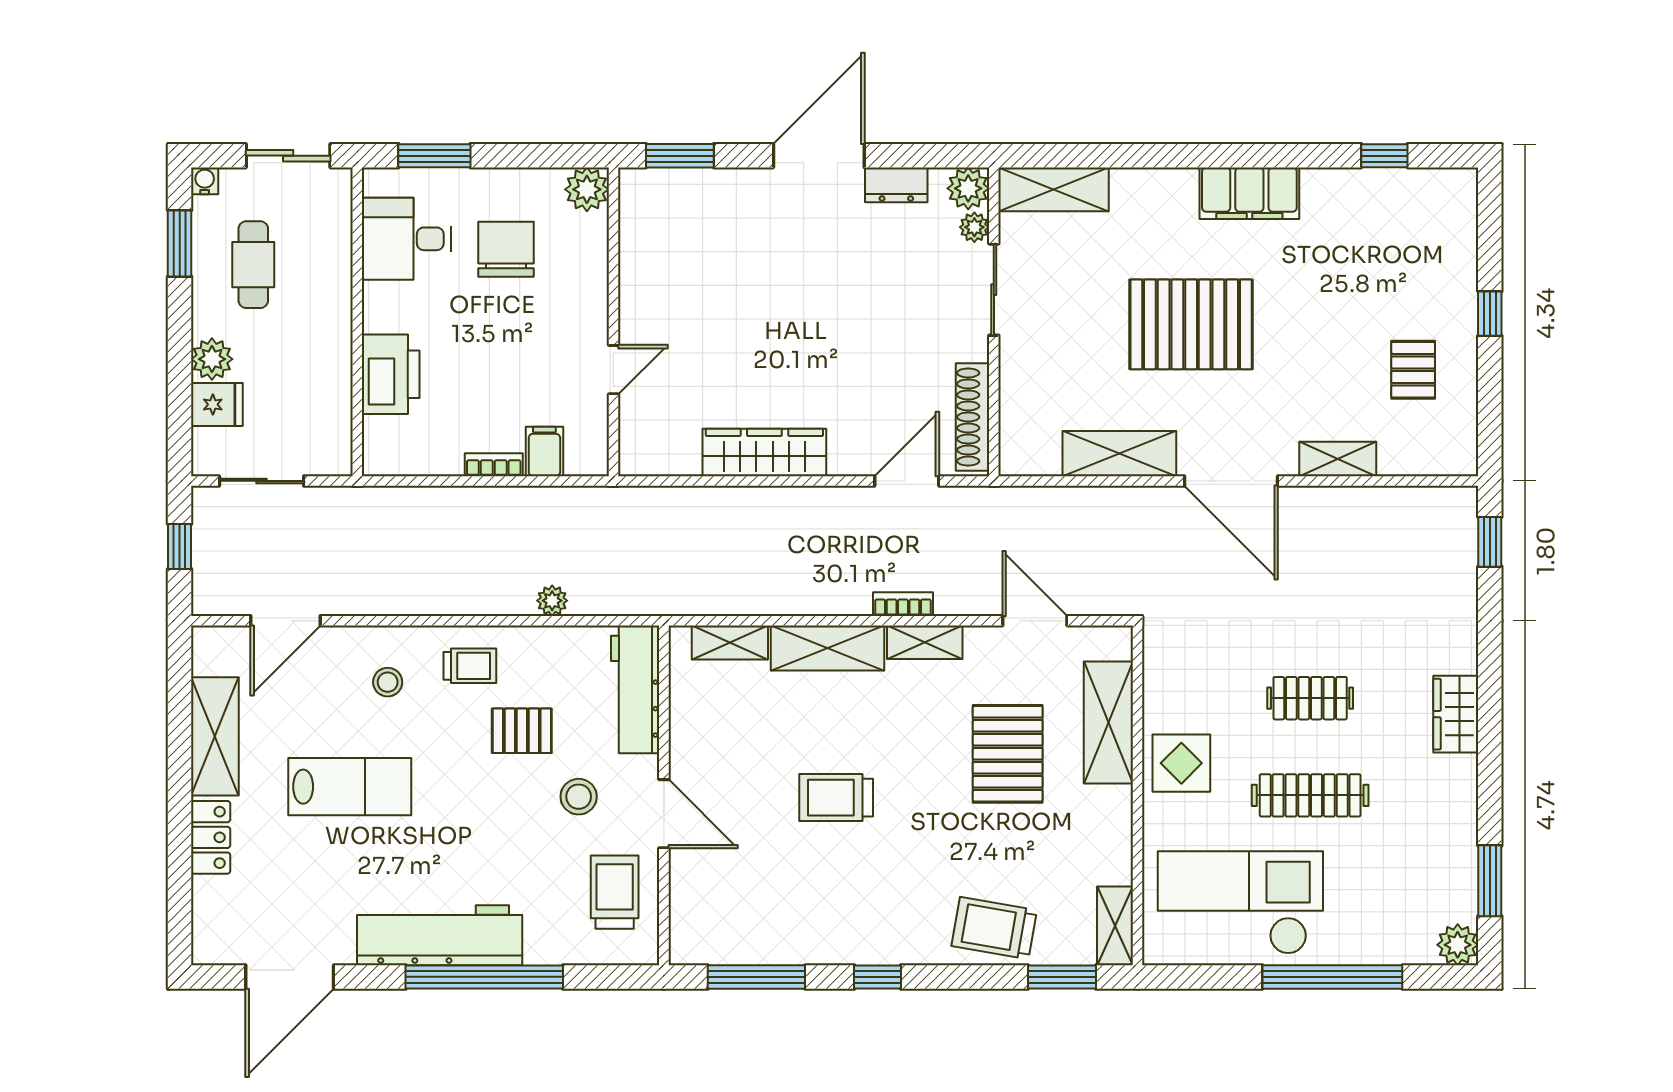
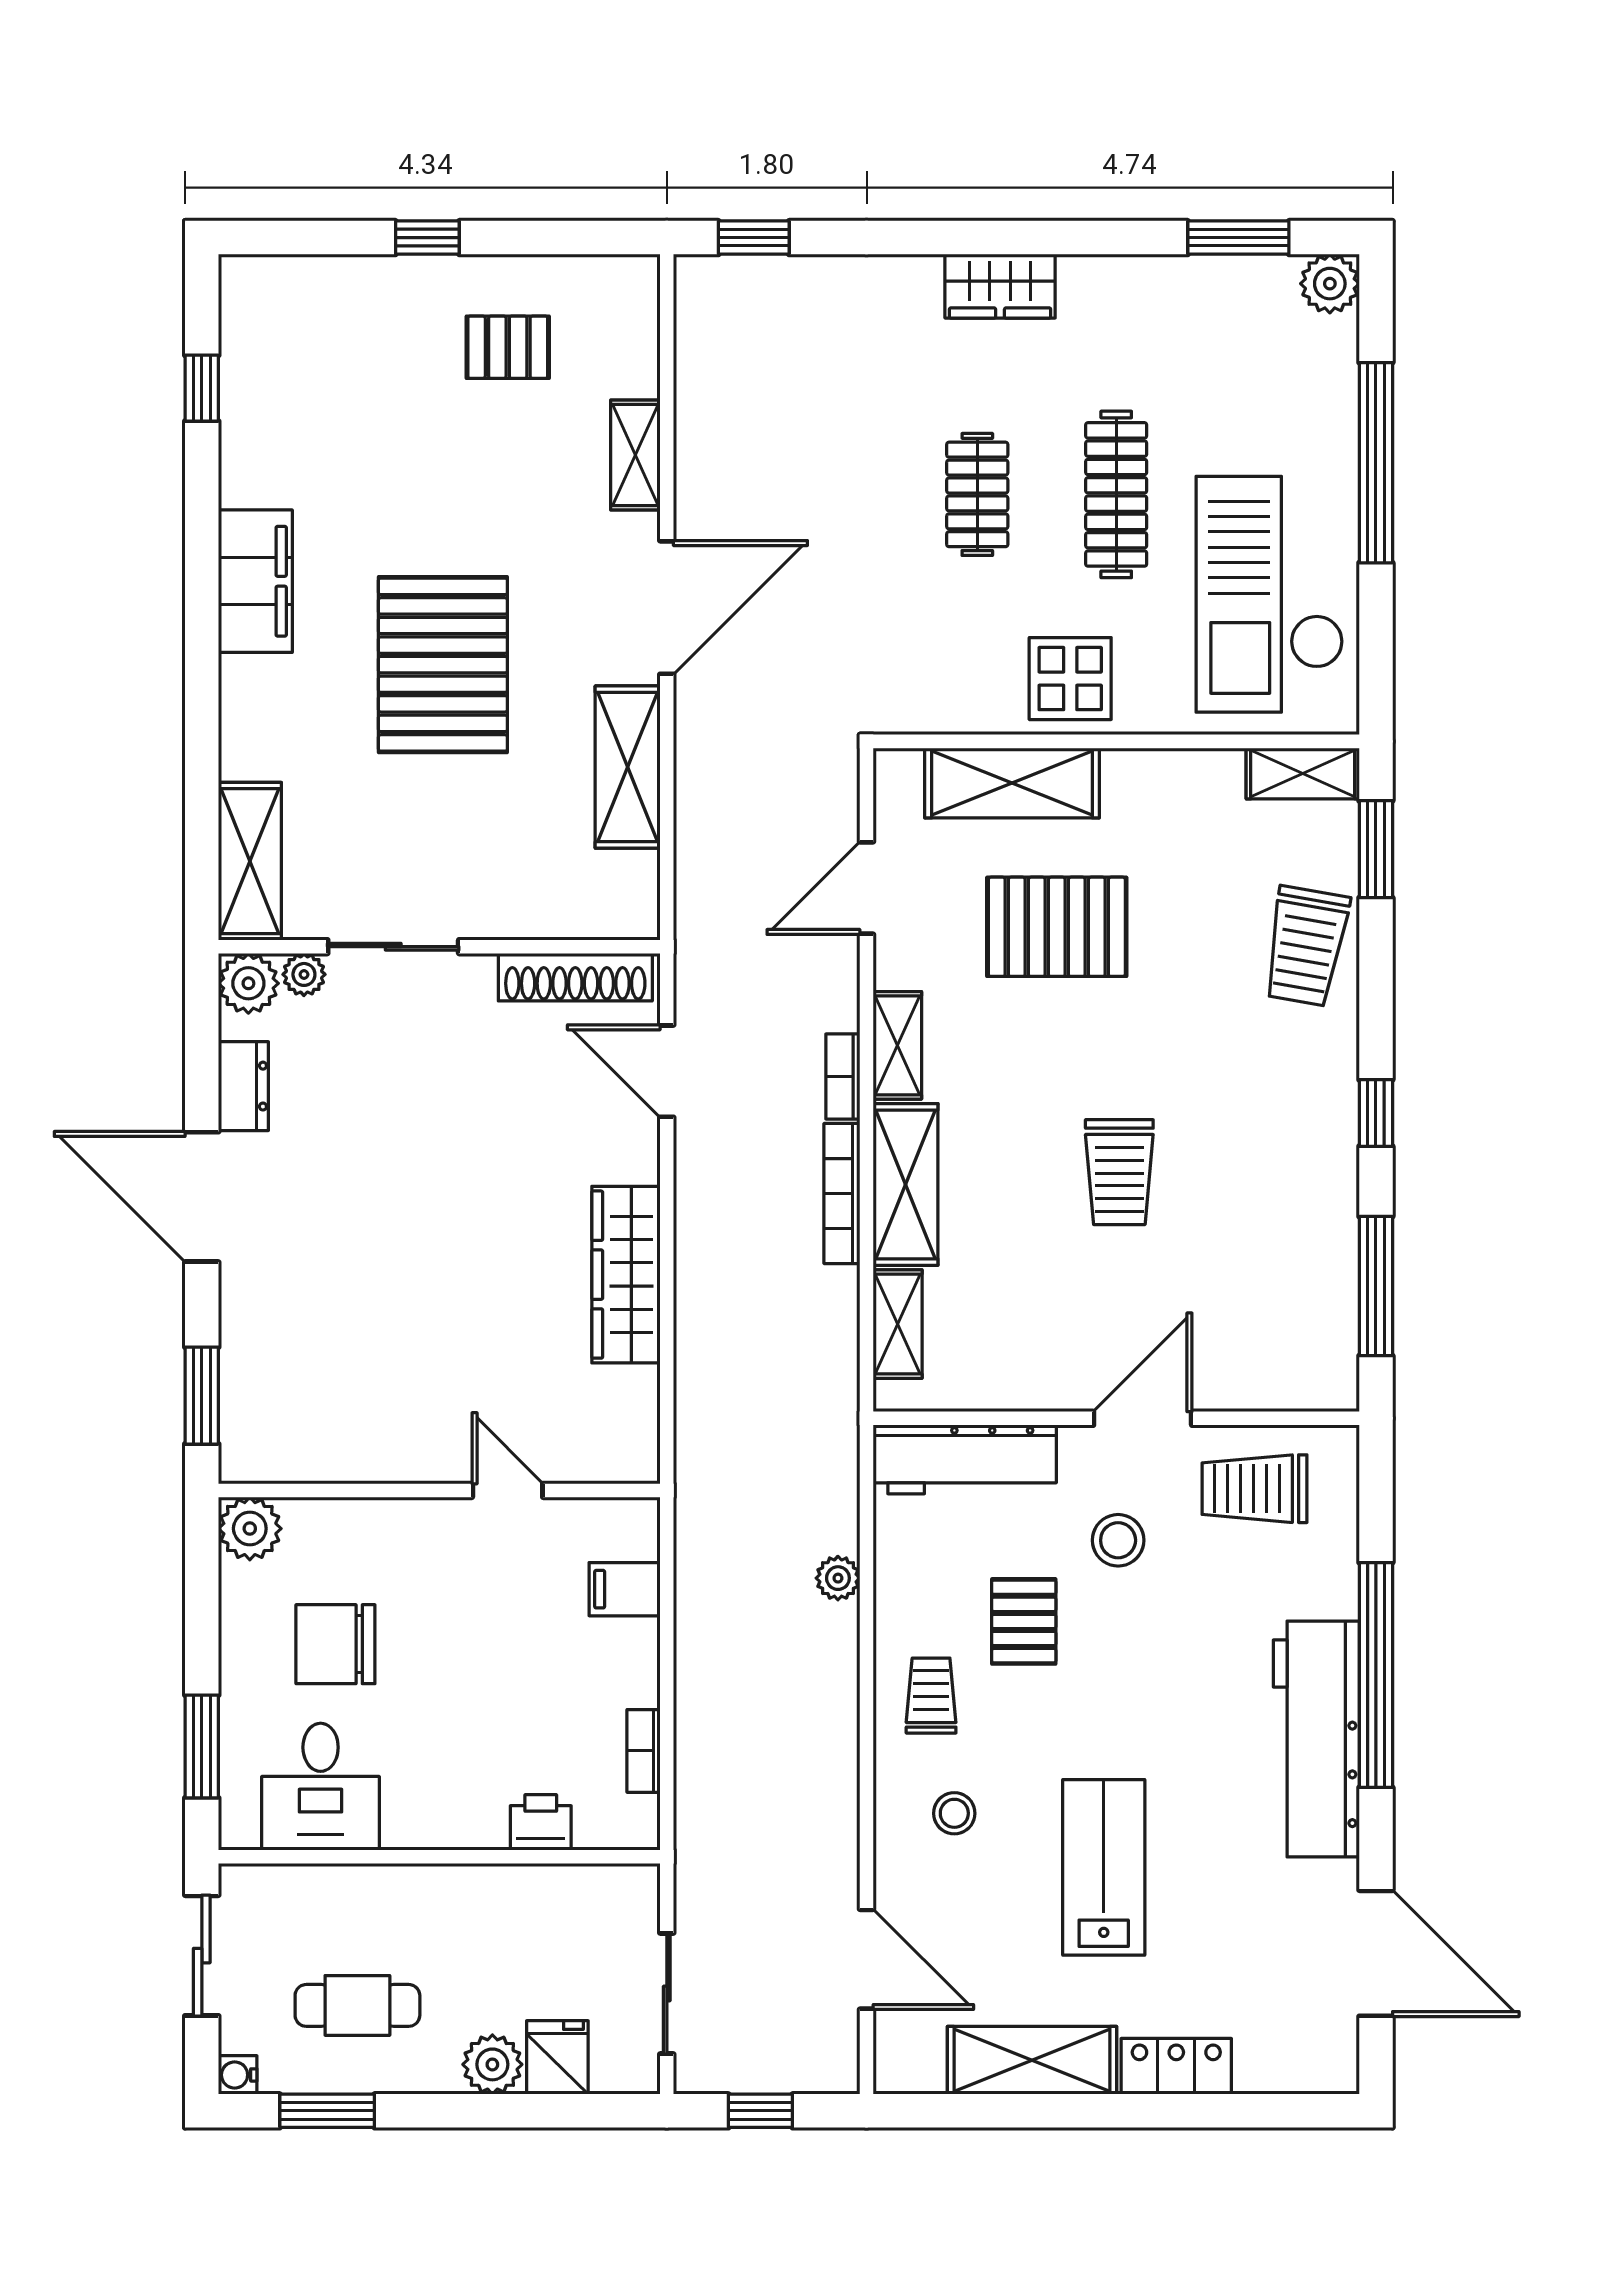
printer: (391, 374) -> (541, 1822), width x0.53, depth x0.68
bookcase: (494, 465) -> (644, 1751), moved
bookcase: (821, 603) -> (842, 1194), added

